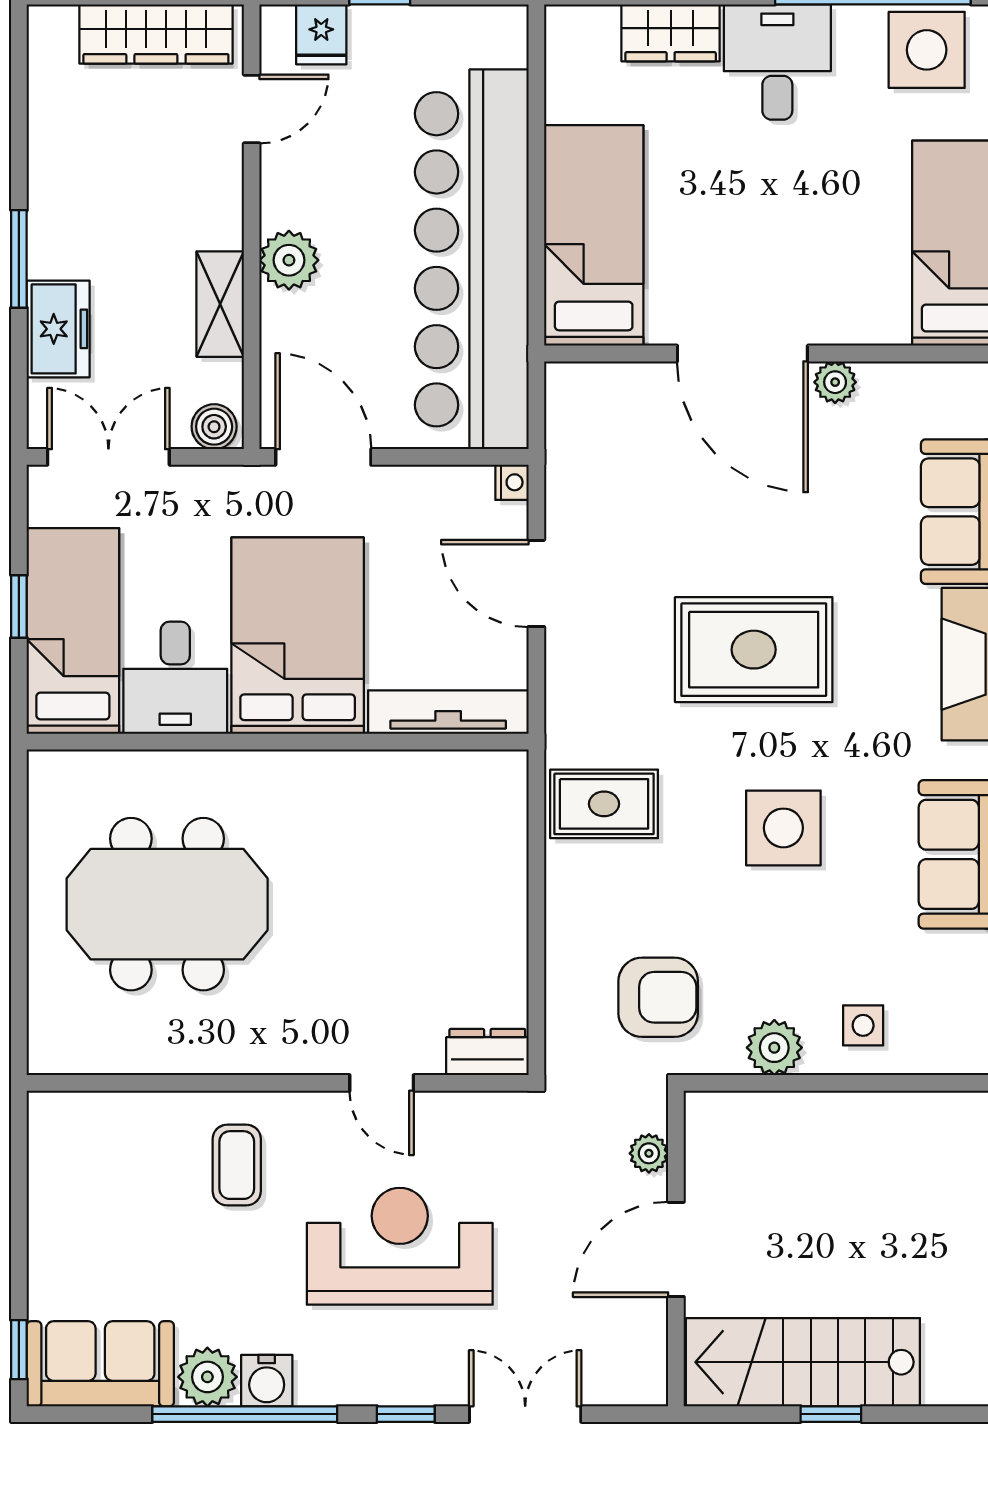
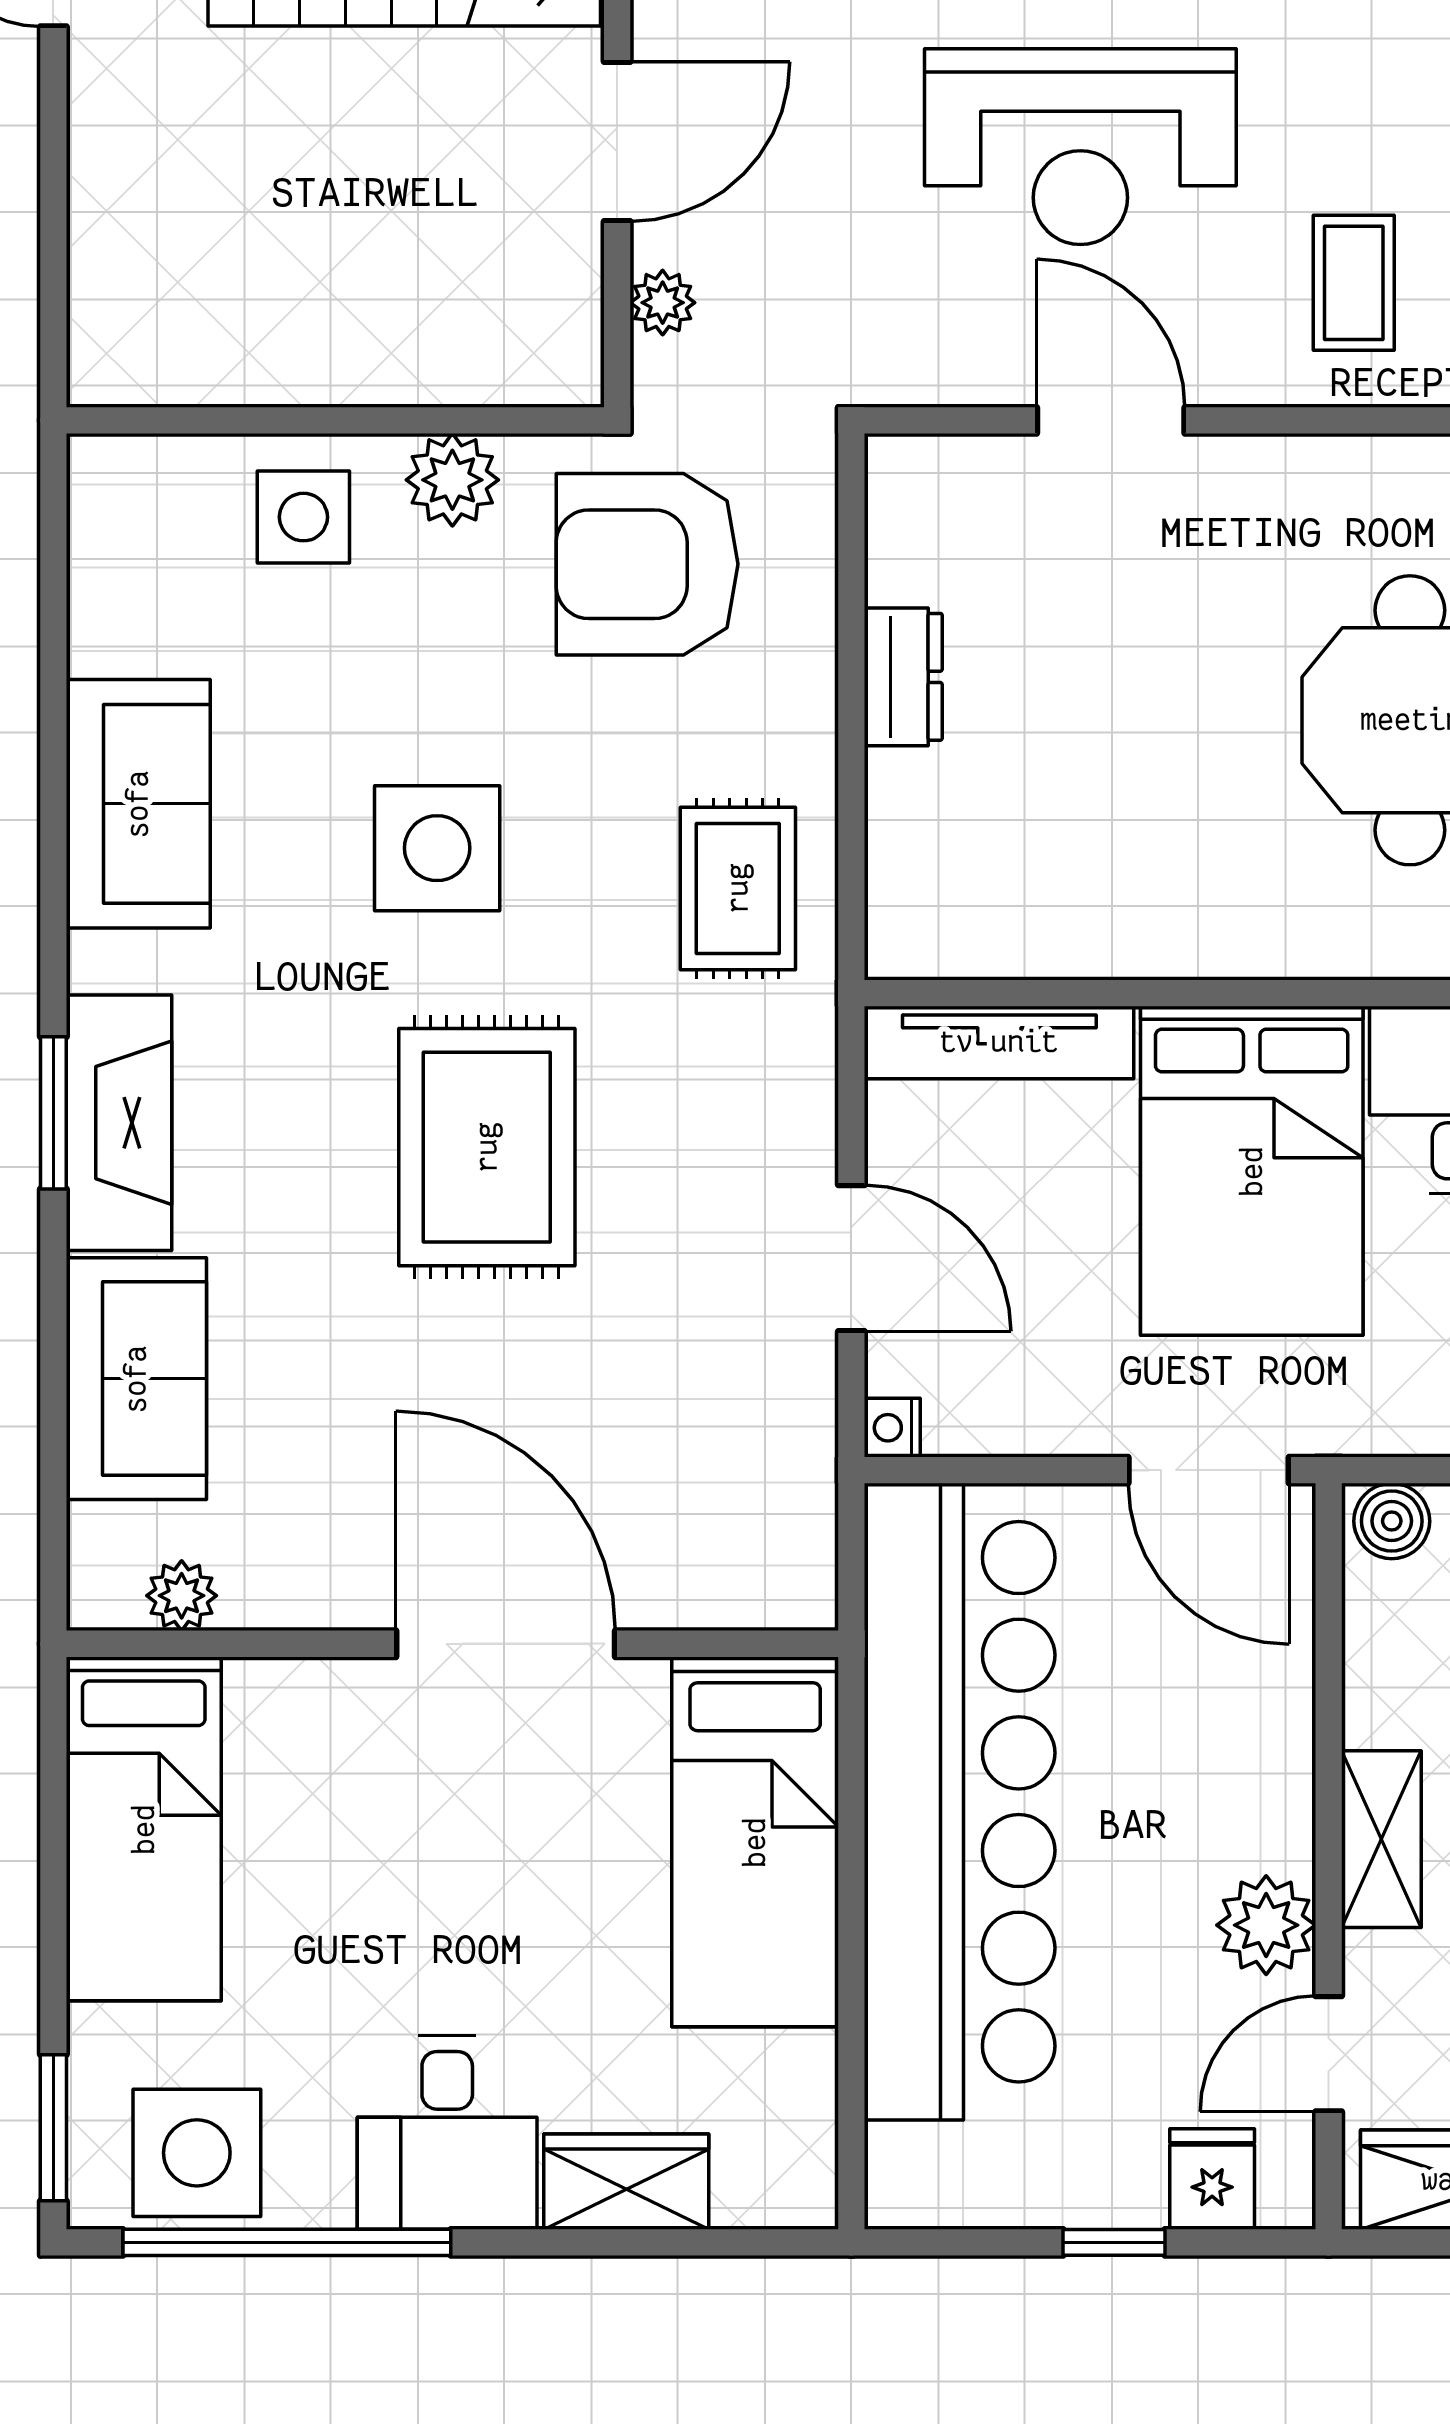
plant: (289, 260) -> (1266, 1925), moved
shelving: (220, 304) -> (1381, 1839), moved
plant: (835, 382) -> (182, 1596), moved
rug: (754, 650) -> (487, 1147), turned 90
rug: (604, 804) -> (738, 888), turned 90
armchair: (658, 997) -> (647, 564), width x1.36, depth x1.36
side table: (863, 1025) -> (303, 517), width x1.37, depth x1.37
dresser: (487, 1052) -> (903, 677), moved, turned -90
door: (382, 1083) -> (1111, 420), width x1.38

